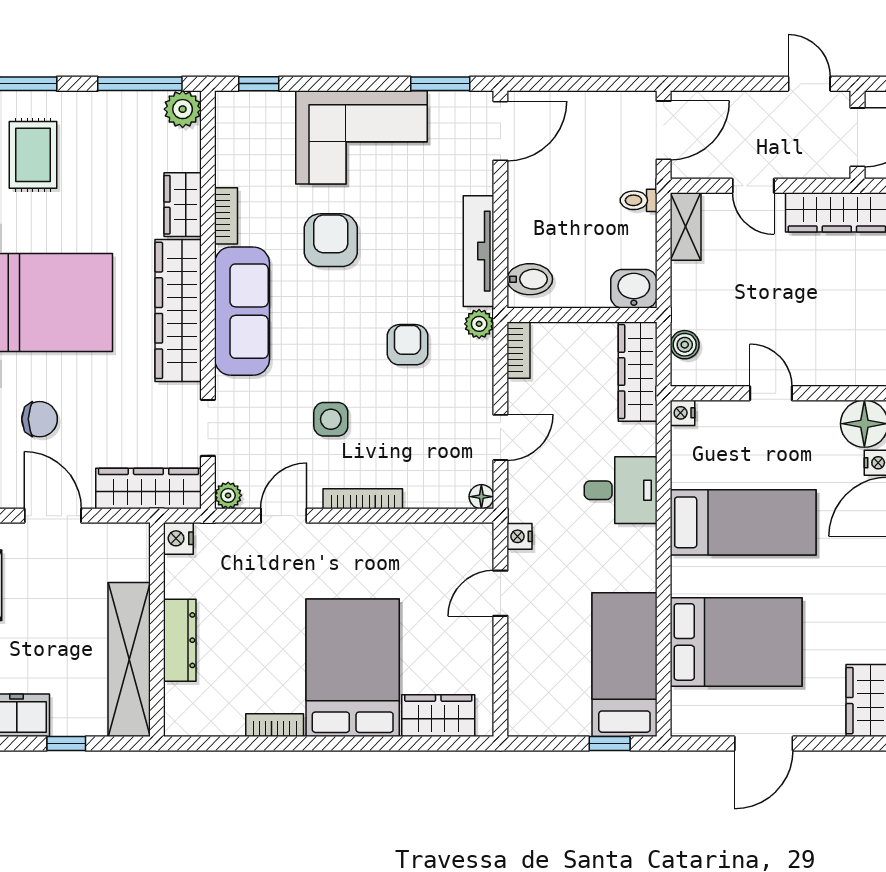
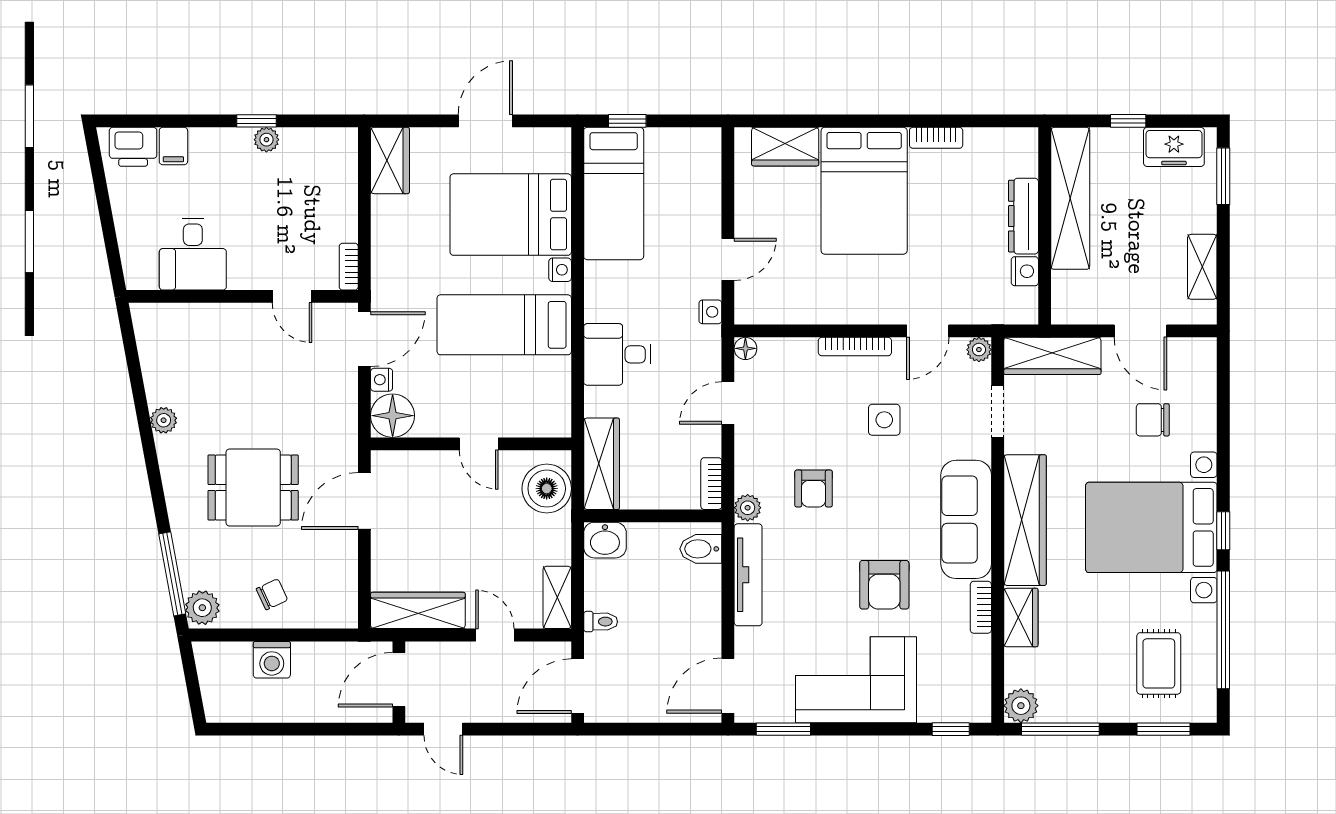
boiler: (685, 345) -> (547, 489), width x1.86, depth x1.86
nightstand: (683, 413) -> (560, 270), moved
nightstand: (178, 538) -> (1025, 271), moved

